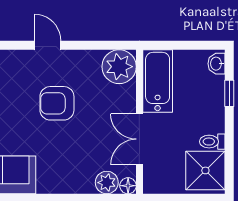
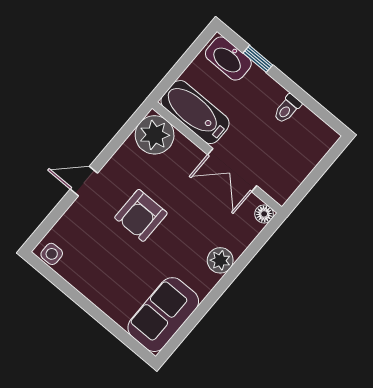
washbasin: (216, 64) -> (228, 59), width x1.91, depth x1.45
shower: (205, 170) -> (307, 136), removed
plant: (107, 183) -> (220, 260), moved

